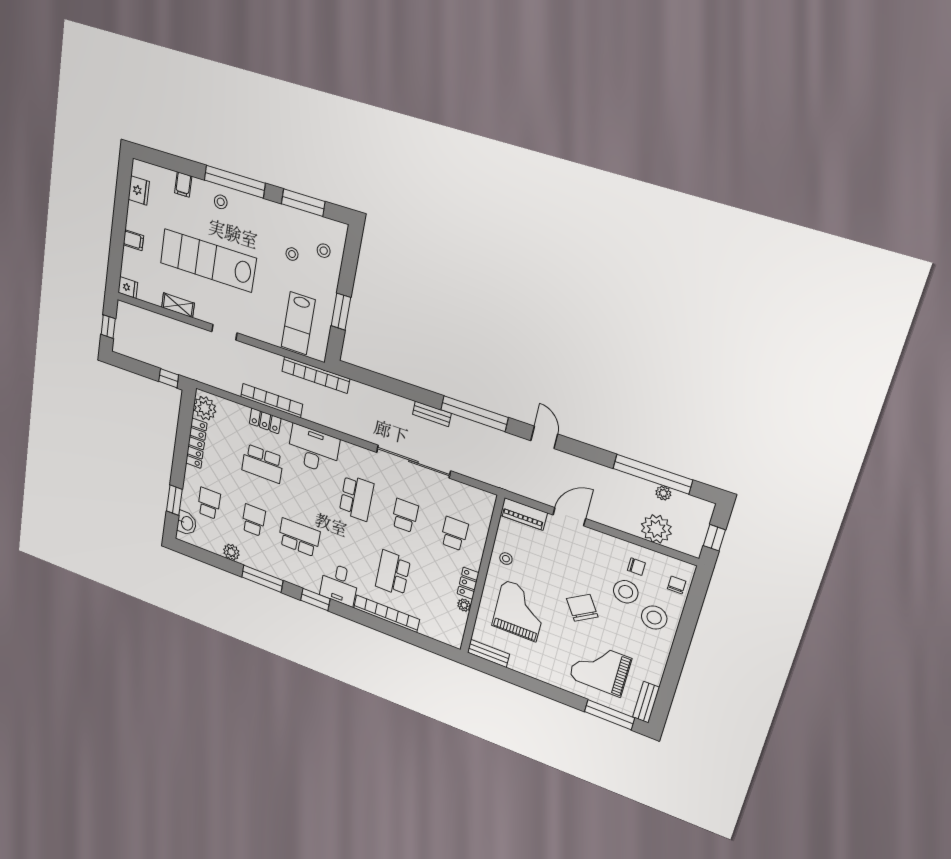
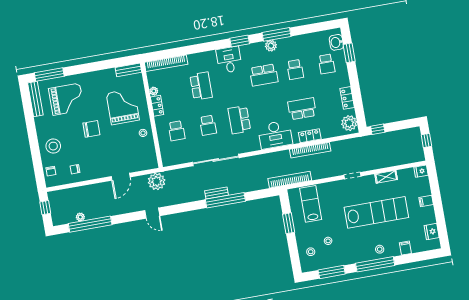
window: (474, 414) -> (225, 200), moved
locker: (196, 443) -> (347, 98), width x0.66
piano: (524, 514) -> (145, 164), removed
plant: (656, 529) -> (157, 181), moved
plant: (231, 552) -> (271, 46), moved
stool: (626, 592) -> (74, 152), removed
chair: (582, 608) -> (91, 129), turned -57
grand piano: (520, 611) -> (123, 107), turned 180
bookcase: (386, 614) -> (166, 63), moved
bench: (646, 702) -> (35, 99), width x1.36

